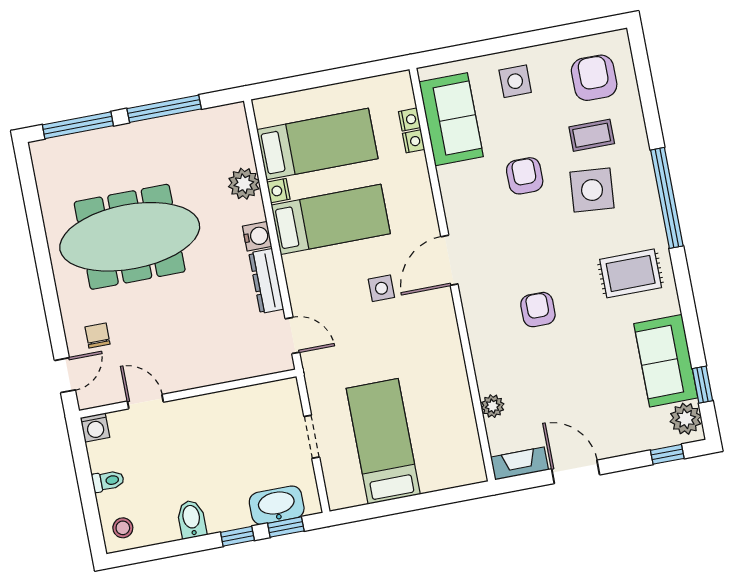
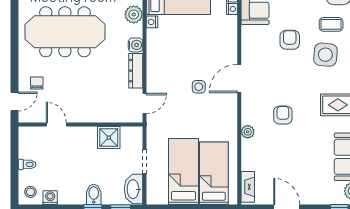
bed: (331, 219) -> (214, 173), moved, turned -90
door: (292, 336) -> (144, 104), hinge flipped
plant: (493, 406) -> (248, 132), moved
shower: (241, 407) -> (109, 138), added
washing machine: (95, 427) -> (50, 198), moved, turned 180
fireplace: (519, 463) -> (248, 187), moved, turned 90
washbasin: (277, 505) -> (133, 189), moved, turned -90
bidet: (192, 519) -> (94, 194), moved

